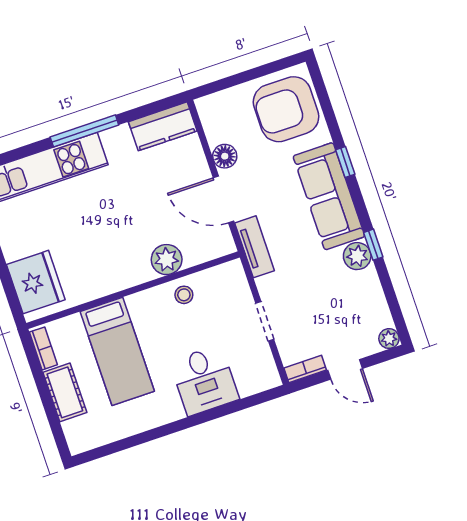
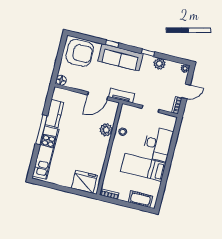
armchair: (286, 109) -> (80, 53), turned -90
kitchen counter: (163, 126) -> (54, 114), moved
floor lamp: (225, 156) -> (61, 80), moved
plant: (357, 256) -> (159, 64), moved
bed: (117, 351) -> (143, 167), moved, turned 180
desk: (204, 380) -> (158, 144), width x1.37
cot: (65, 392) -> (140, 199), moved

